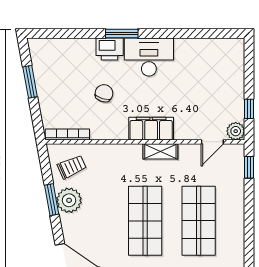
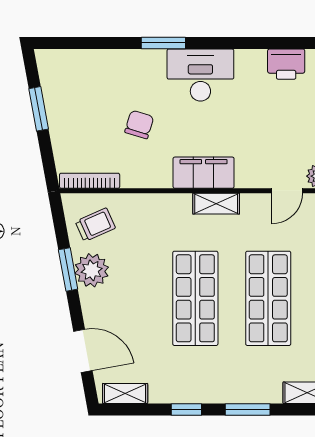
printer: (110, 49) -> (286, 64), moved

